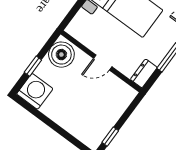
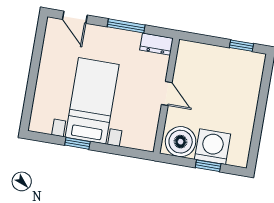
washing machine: (35, 91) -> (213, 147), moved, turned 90

